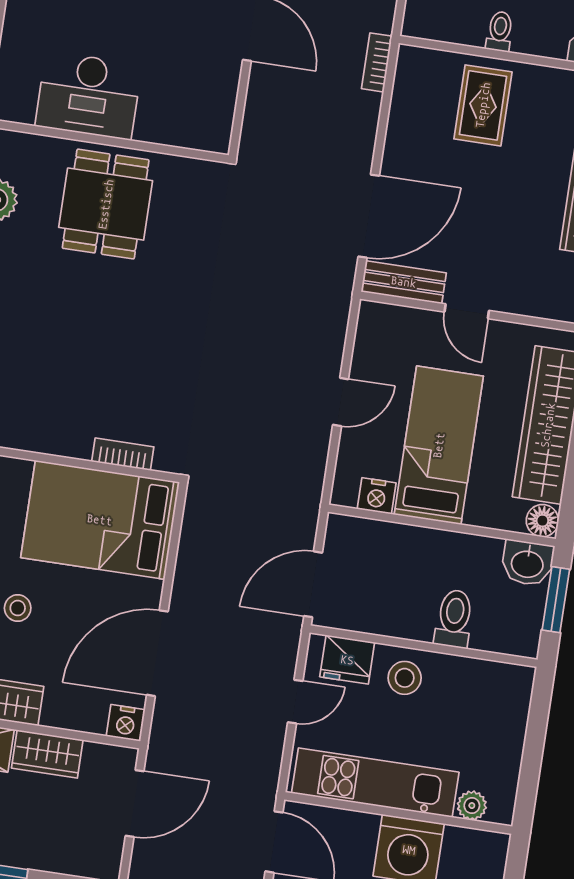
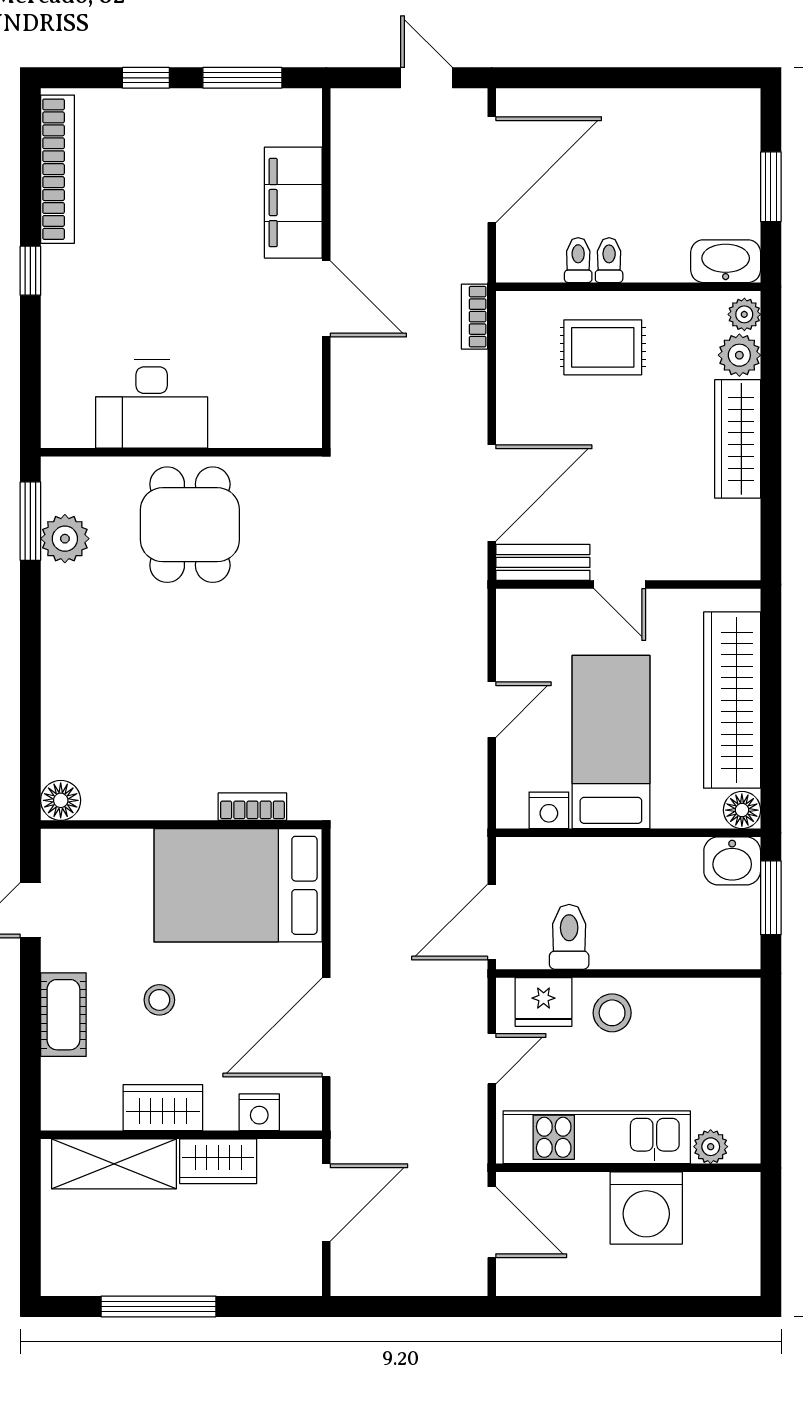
toilet: (473, 27) -> (578, 260), added
rug: (483, 105) -> (603, 347), turned 90
toilet: (454, 619) -> (569, 937), moved
nightstand: (126, 723) -> (259, 1112), moved

